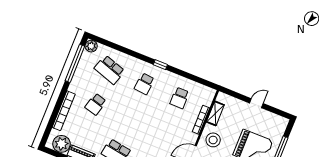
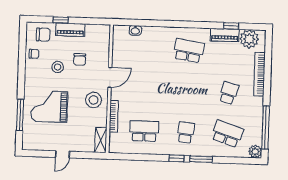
window: (140, 56) -> (201, 159), added
school desk: (179, 98) -> (144, 131), width x1.85
shelving: (215, 113) -> (101, 140), moved

